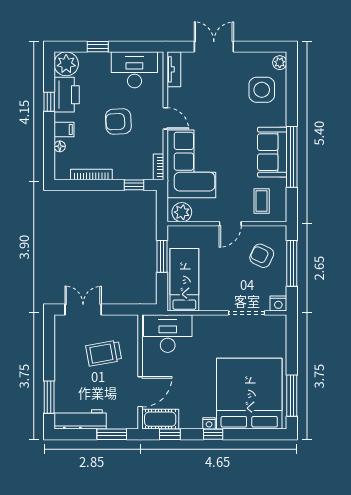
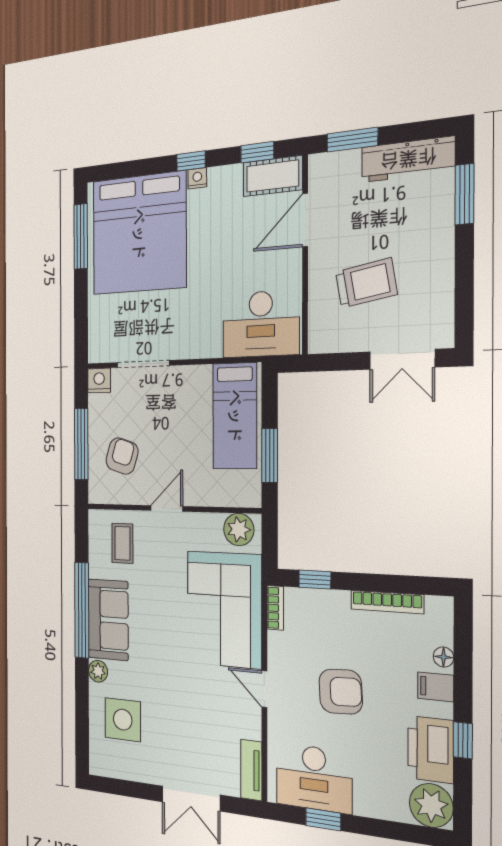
window: (98, 47) -> (323, 819), moved
plant: (280, 63) -> (98, 671), moved
armchair: (262, 256) -> (122, 456), turned -99

